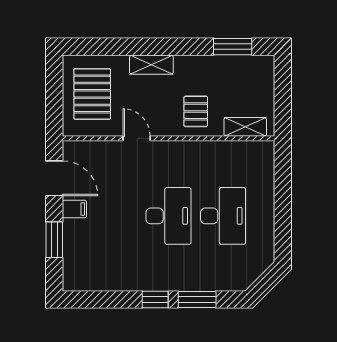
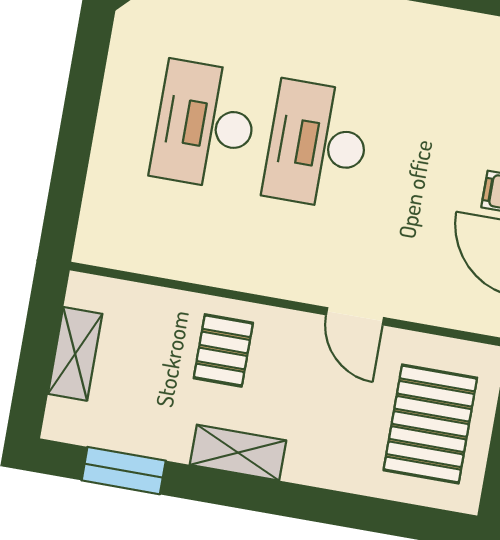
shelving: (151, 65) -> (238, 453), moved
shelving: (245, 127) -> (75, 354), moved, turned 90

